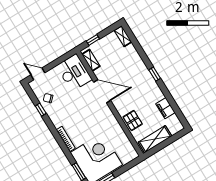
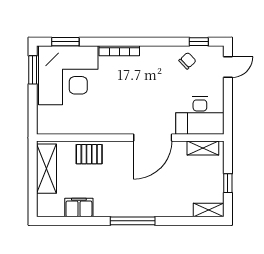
window: (93, 40) -> (228, 183), moved
window: (155, 74) -> (133, 221), width x2.17
window: (41, 110) -> (199, 42), moved

